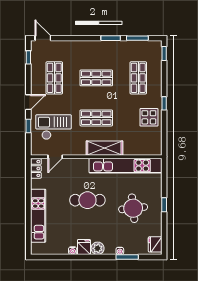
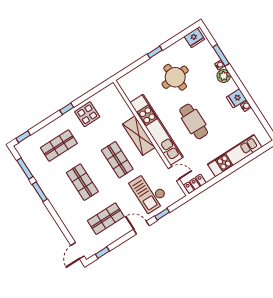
kitchen unit: (126, 166) -> (157, 130), moved
plant: (98, 248) -> (224, 76), moved

